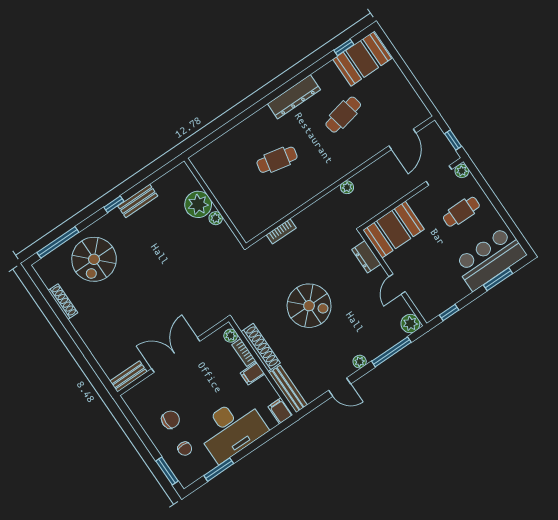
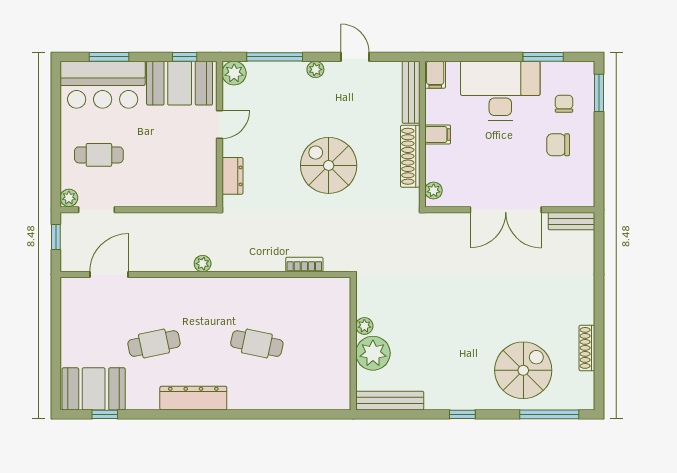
bench: (138, 201) -> (390, 401), moved, width x1.36
booth: (394, 230) -> (180, 83), moved
bookcase: (244, 353) -> (432, 163), removed

